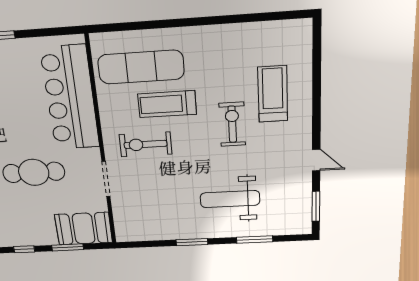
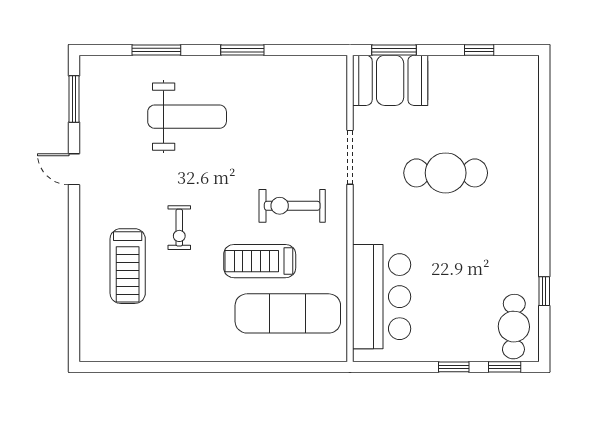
bar counter: (70, 98) -> (382, 297), width x0.73
treadmill: (167, 104) -> (260, 261), turned 180
exercise bike: (232, 124) -> (179, 228), width x0.73, depth x0.72
exercise bike: (146, 144) -> (292, 206), turned 180
window: (68, 247) -> (394, 50), moved

